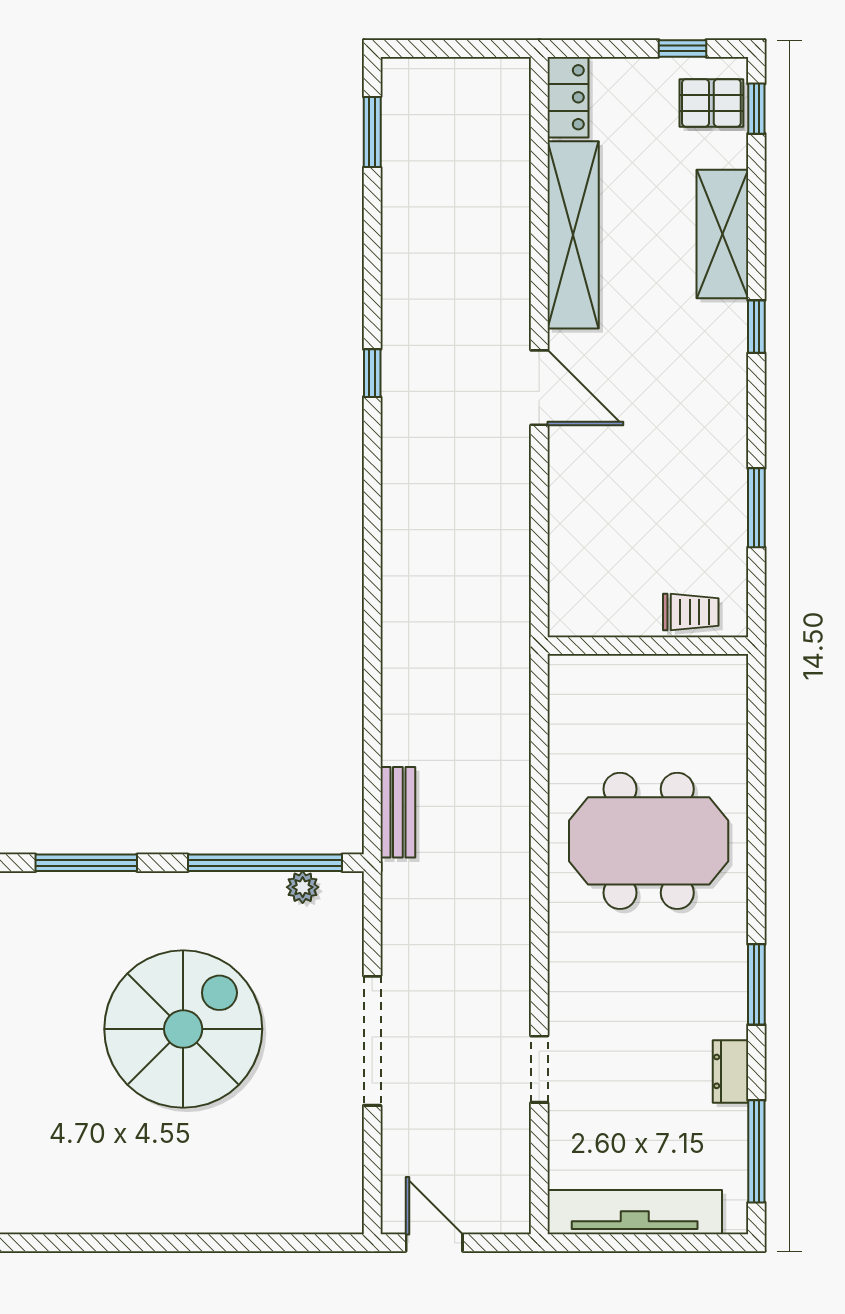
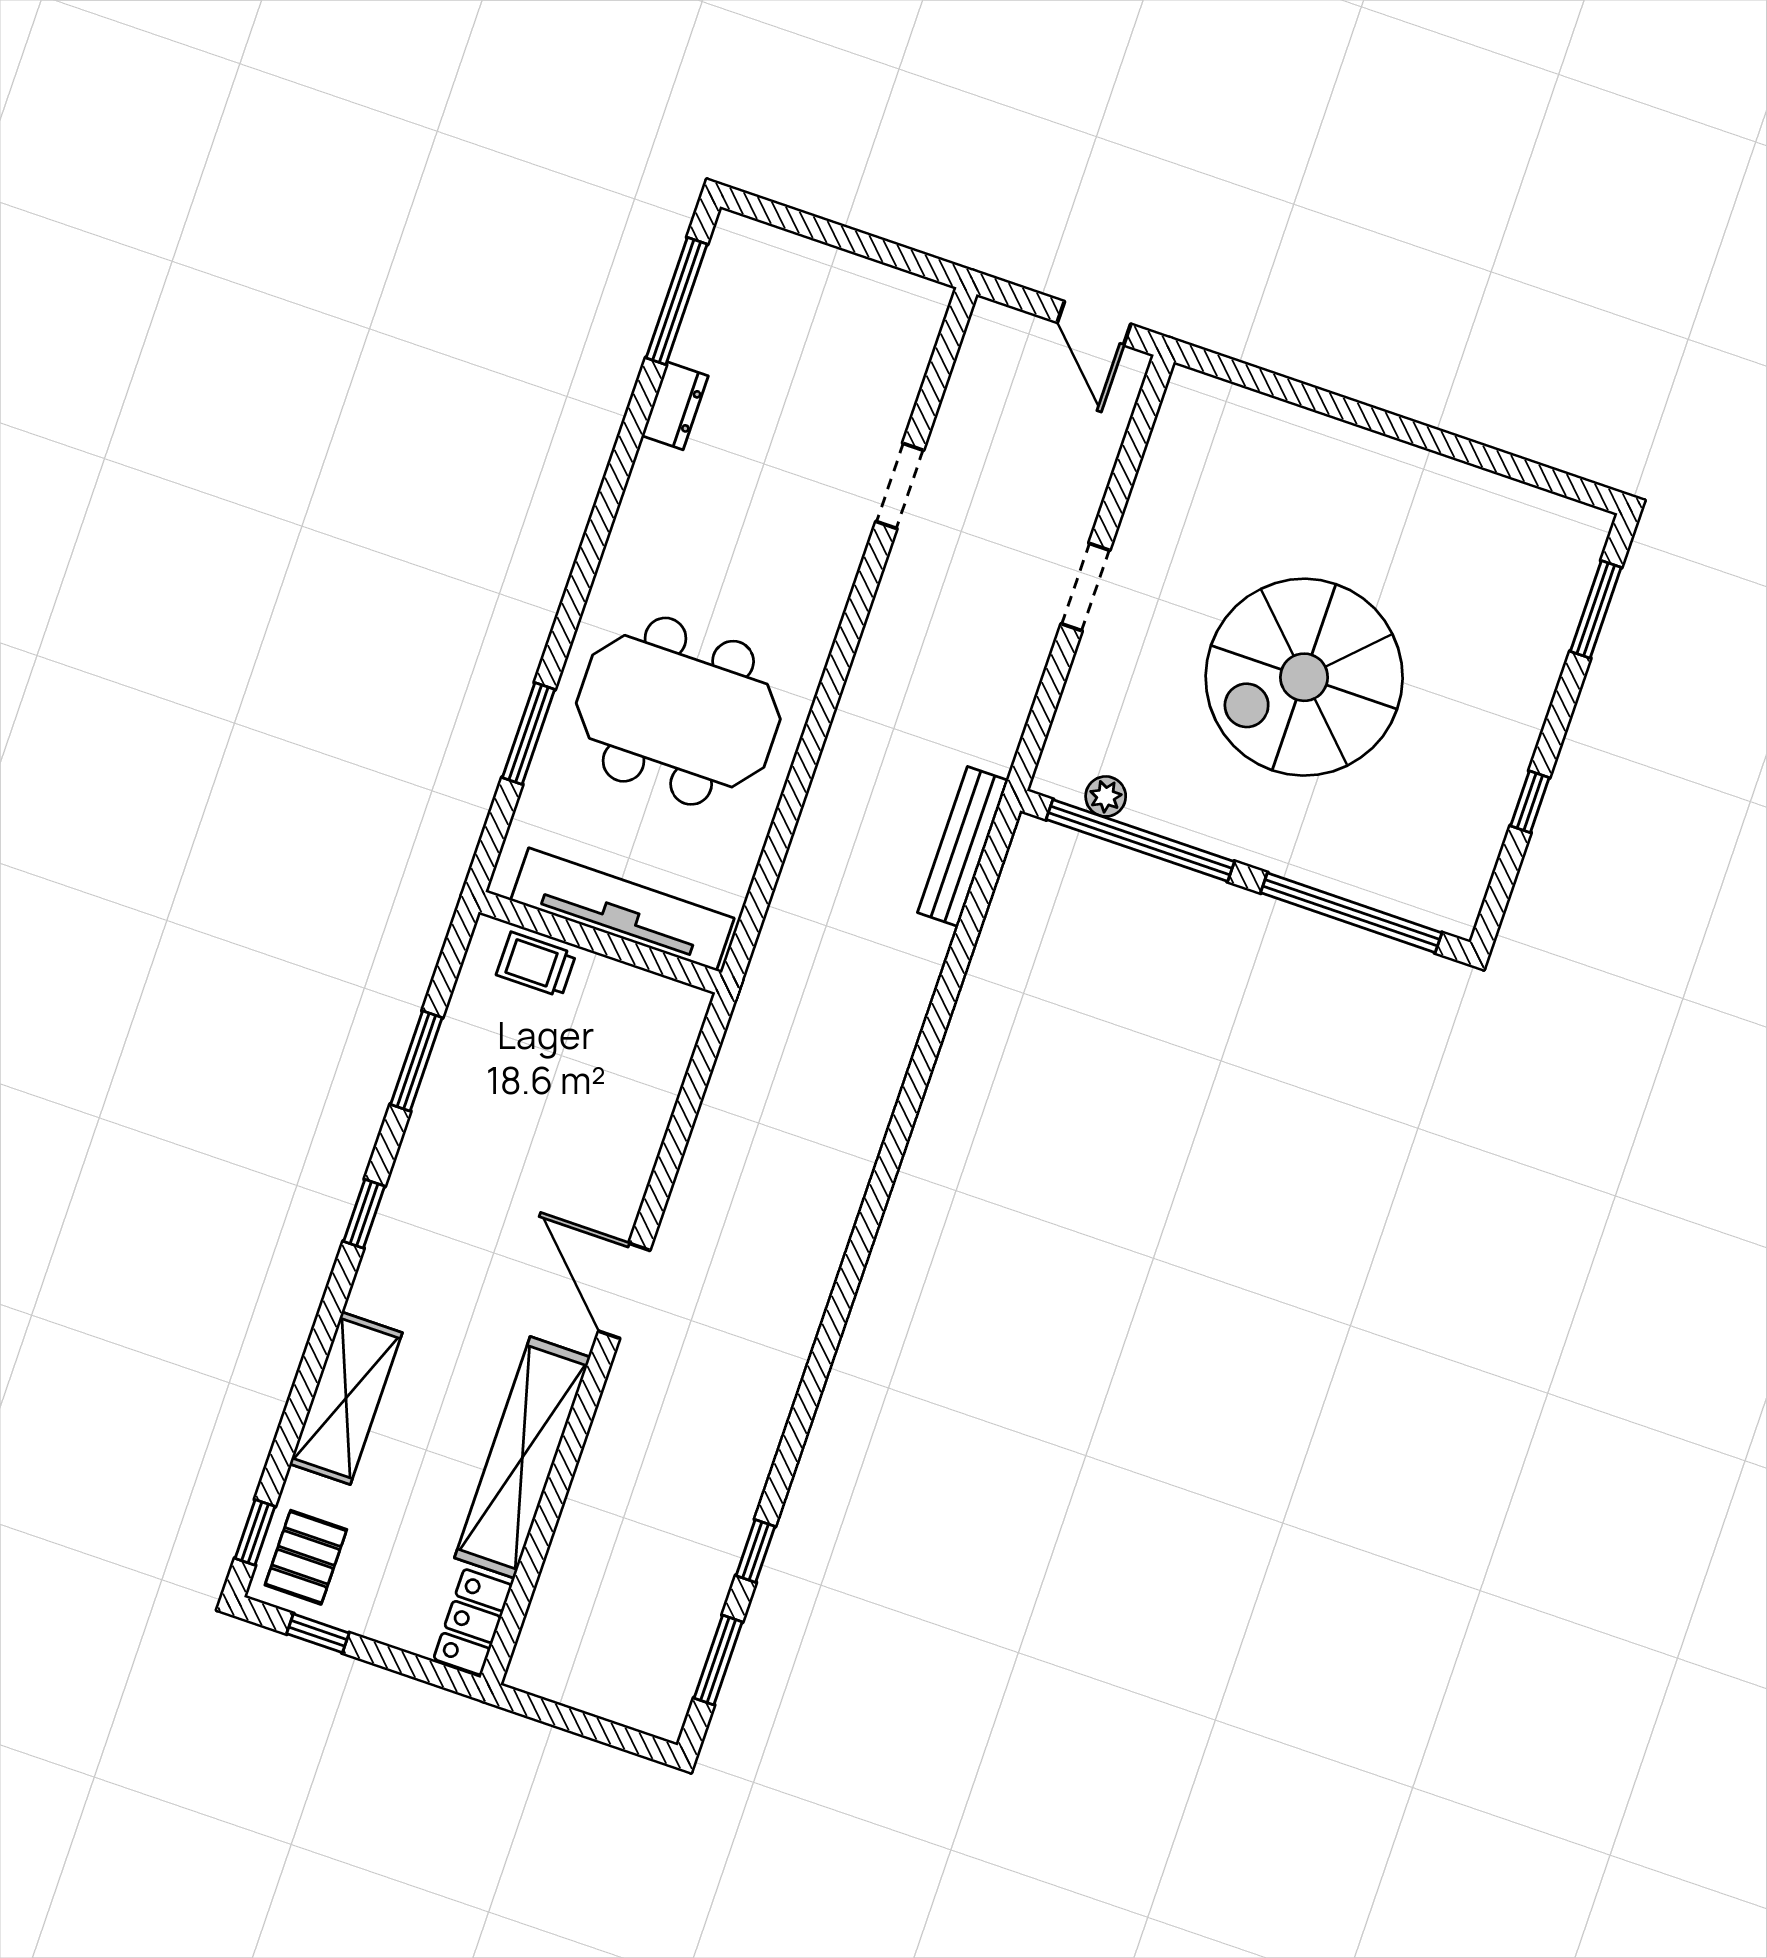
pallet: (711, 103) -> (306, 1557), turned 90
window: (756, 327) -> (364, 1214), moved
window: (372, 373) -> (755, 1551), moved
bench: (398, 812) -> (963, 846), width x1.36
window: (86, 863) -> (1351, 913), width x1.46
window: (756, 984) -> (529, 733), moved
doorway: (372, 1041) -> (1086, 587), width x0.53
tv unit: (635, 1212) -> (622, 909), moved, turned 180

